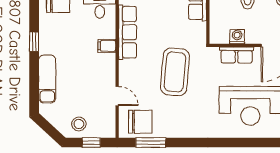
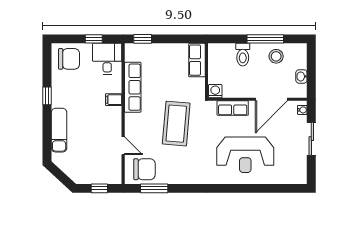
washing machine: (237, 37) -> (215, 91), moved
stool: (79, 124) -> (88, 171), removed

